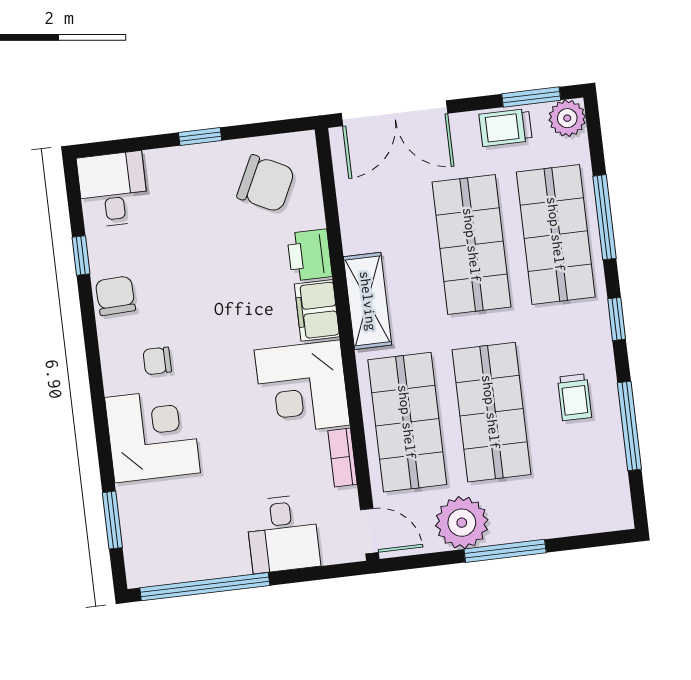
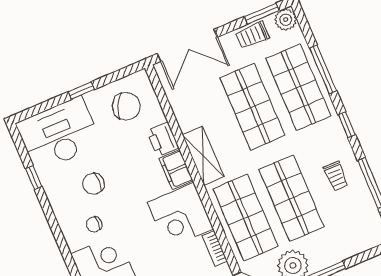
desk: (113, 189) -> (59, 134), width x1.87, depth x1.30
chair: (115, 296) -> (93, 184), moved, turned -88

